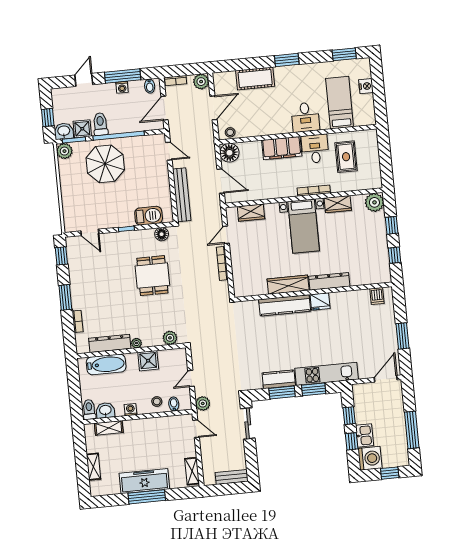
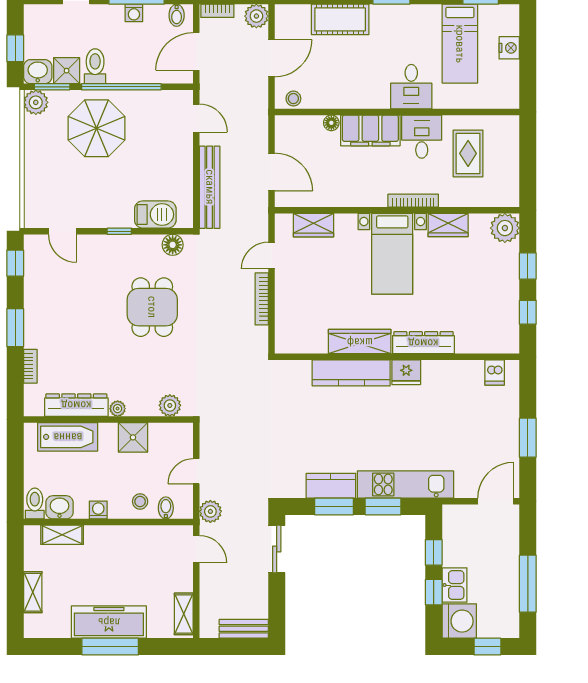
bed: (340, 103) -> (460, 44), moved, turned 180
floor lamp: (229, 153) -> (331, 123), moved, width x0.53, depth x0.53

